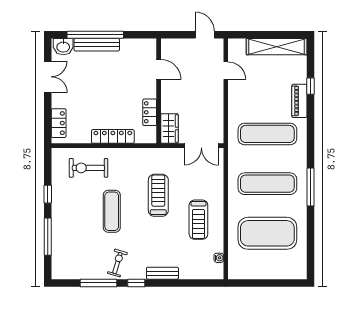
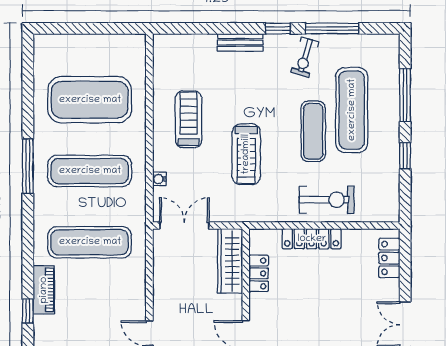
wardrobe: (169, 129) -> (230, 261), width x1.50
exercise bike: (88, 168) -> (327, 200), moved
exercise mat: (85, 226) -> (352, 110), added
water cooler: (219, 258) -> (159, 179), moved

